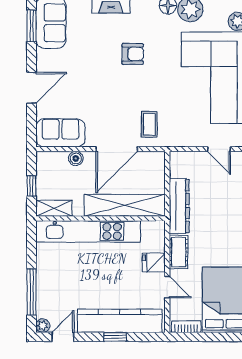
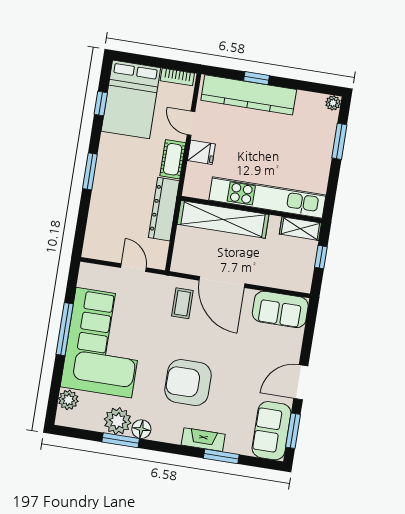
armchair: (133, 54) -> (188, 383), width x1.88, depth x1.88
door: (32, 88) -> (301, 382), moved
door: (117, 149) -> (222, 282), swing flipped
door: (219, 149) -> (133, 268), moved
boiler: (76, 158) -> (268, 279), removed
window: (32, 292) -> (339, 141), width x0.69
door: (63, 337) -> (313, 87), removed

